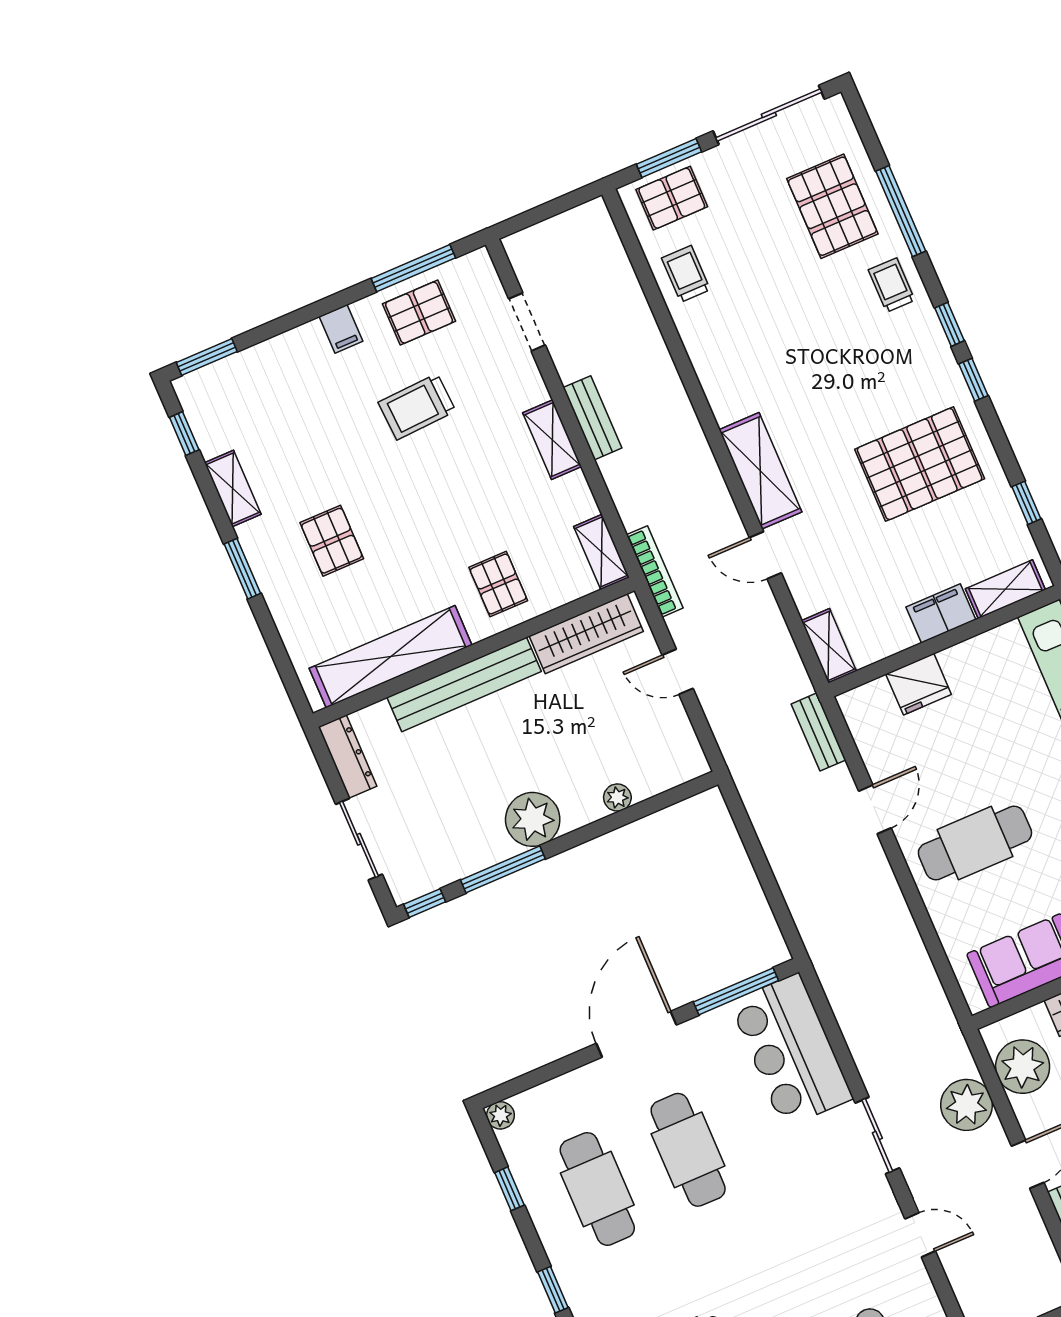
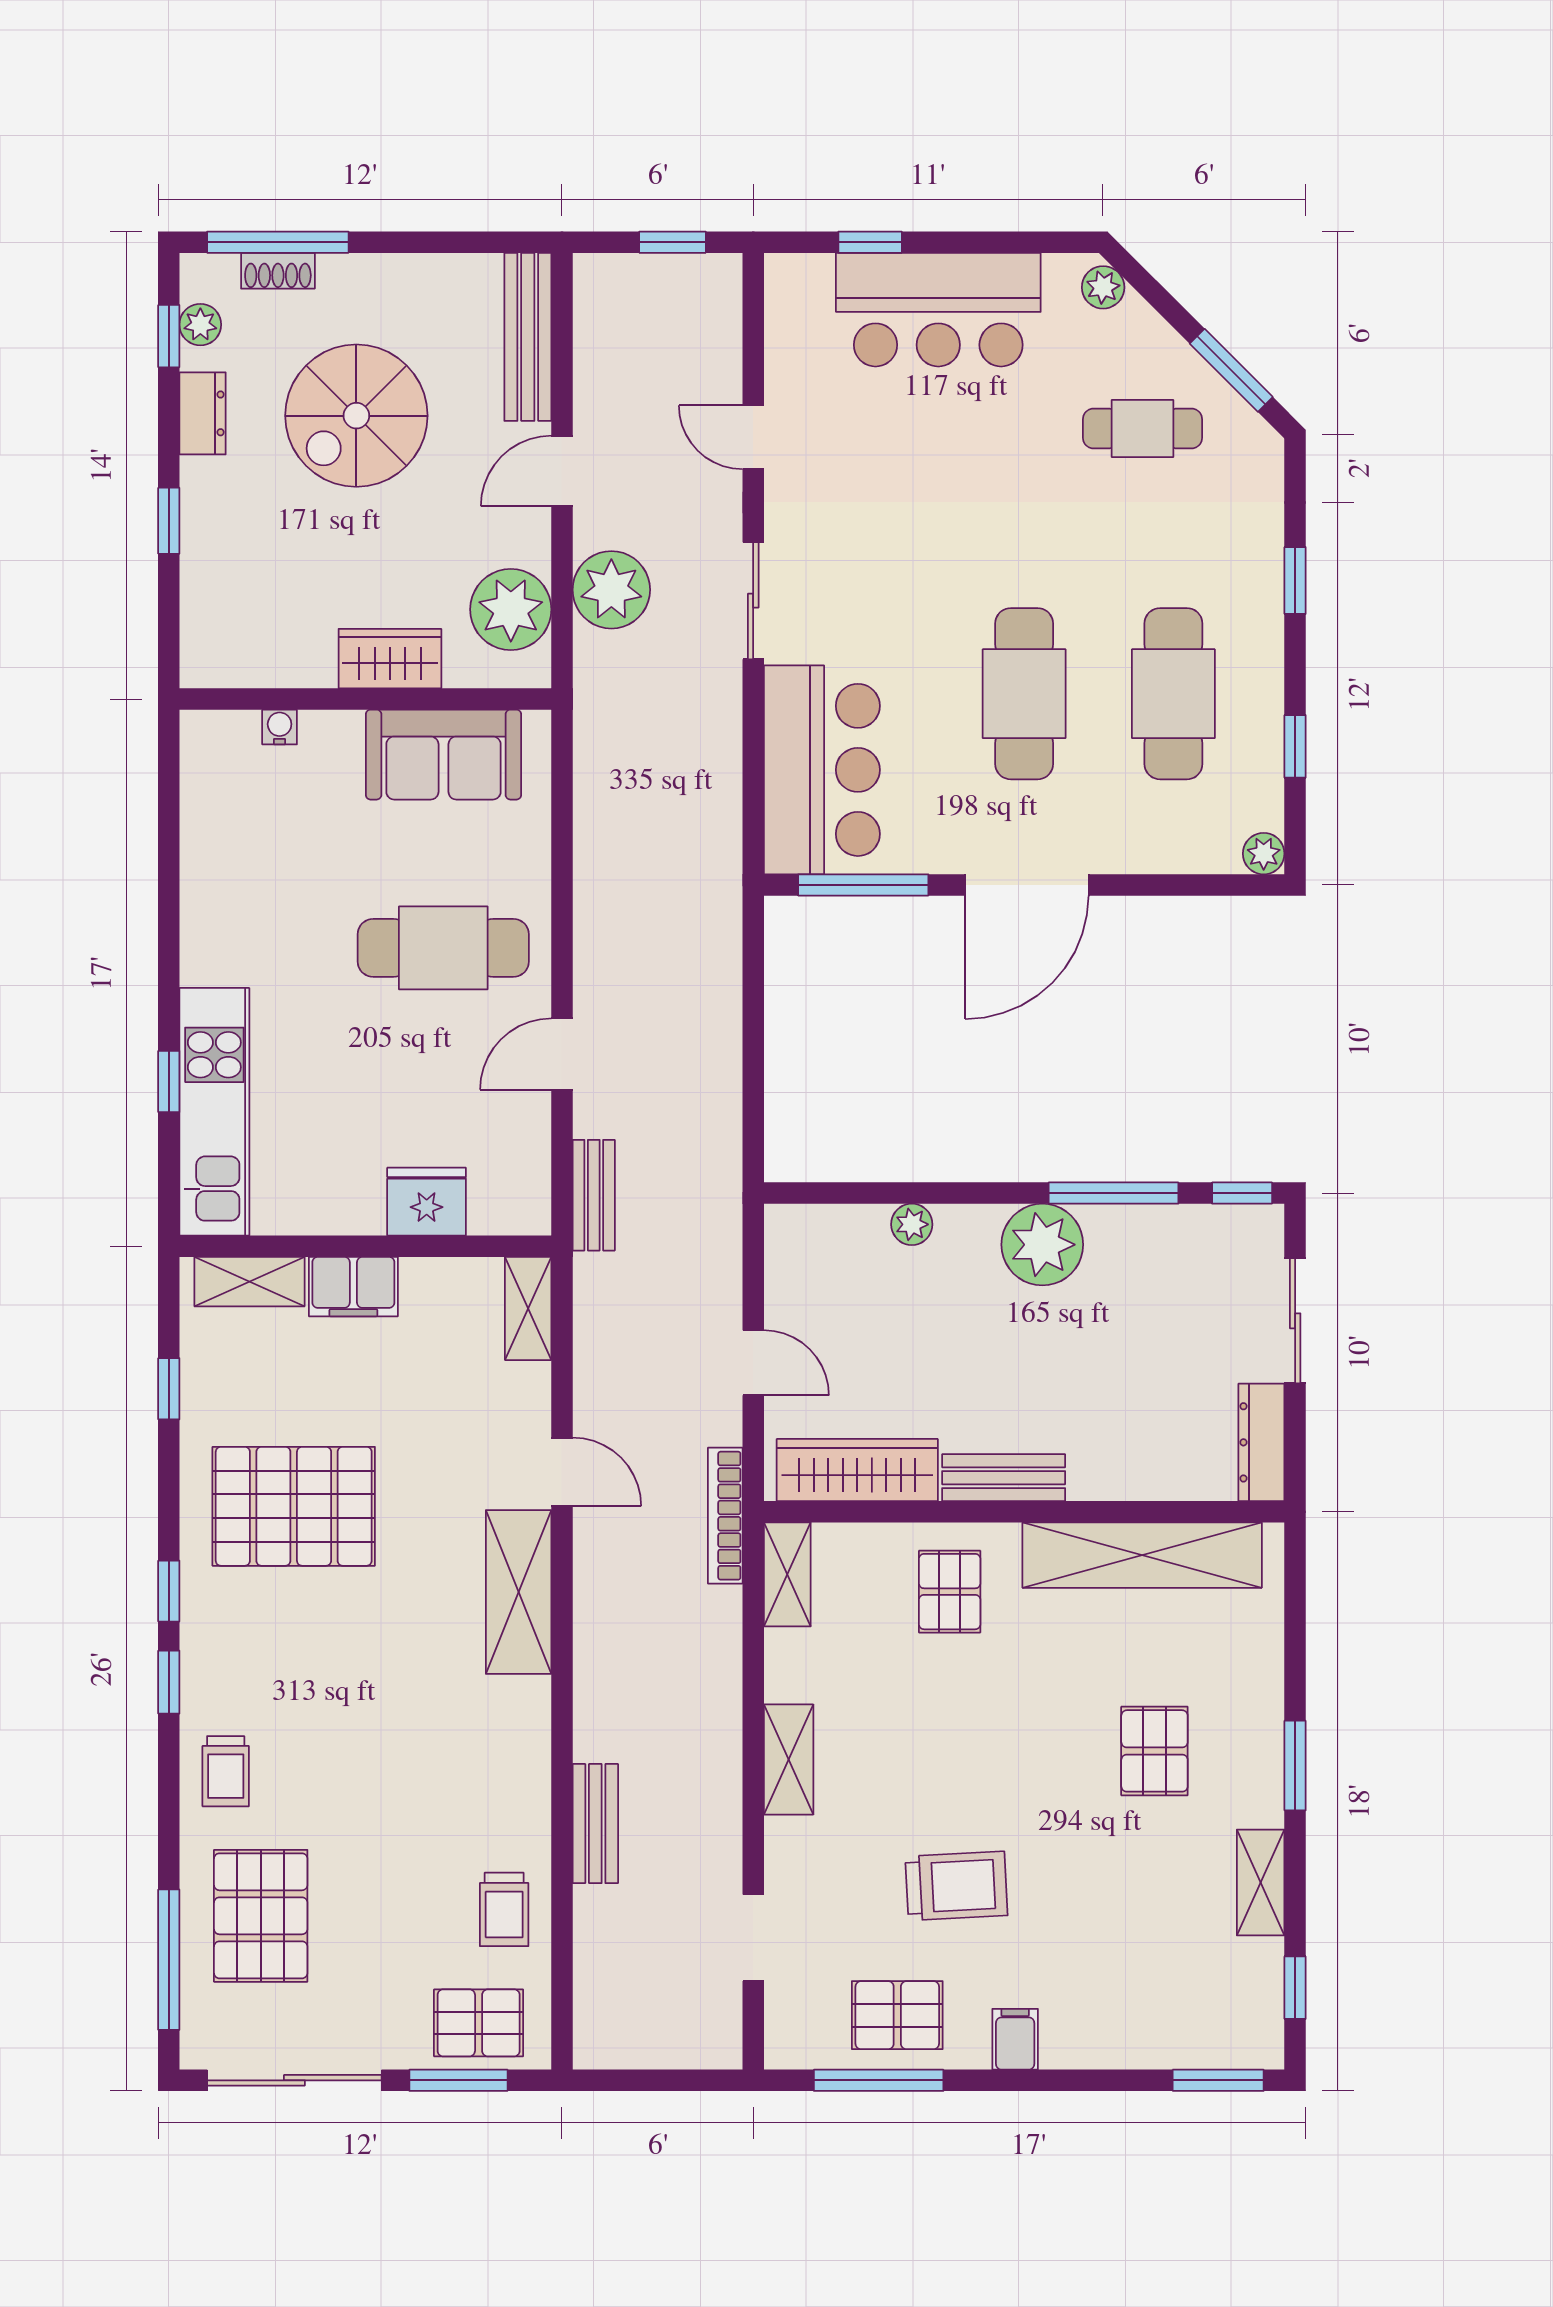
window: (901, 211) -> (169, 1960), moved
bench: (592, 418) -> (595, 1824), moved
bench: (464, 684) -> (1004, 1478), width x0.54, depth x0.82

